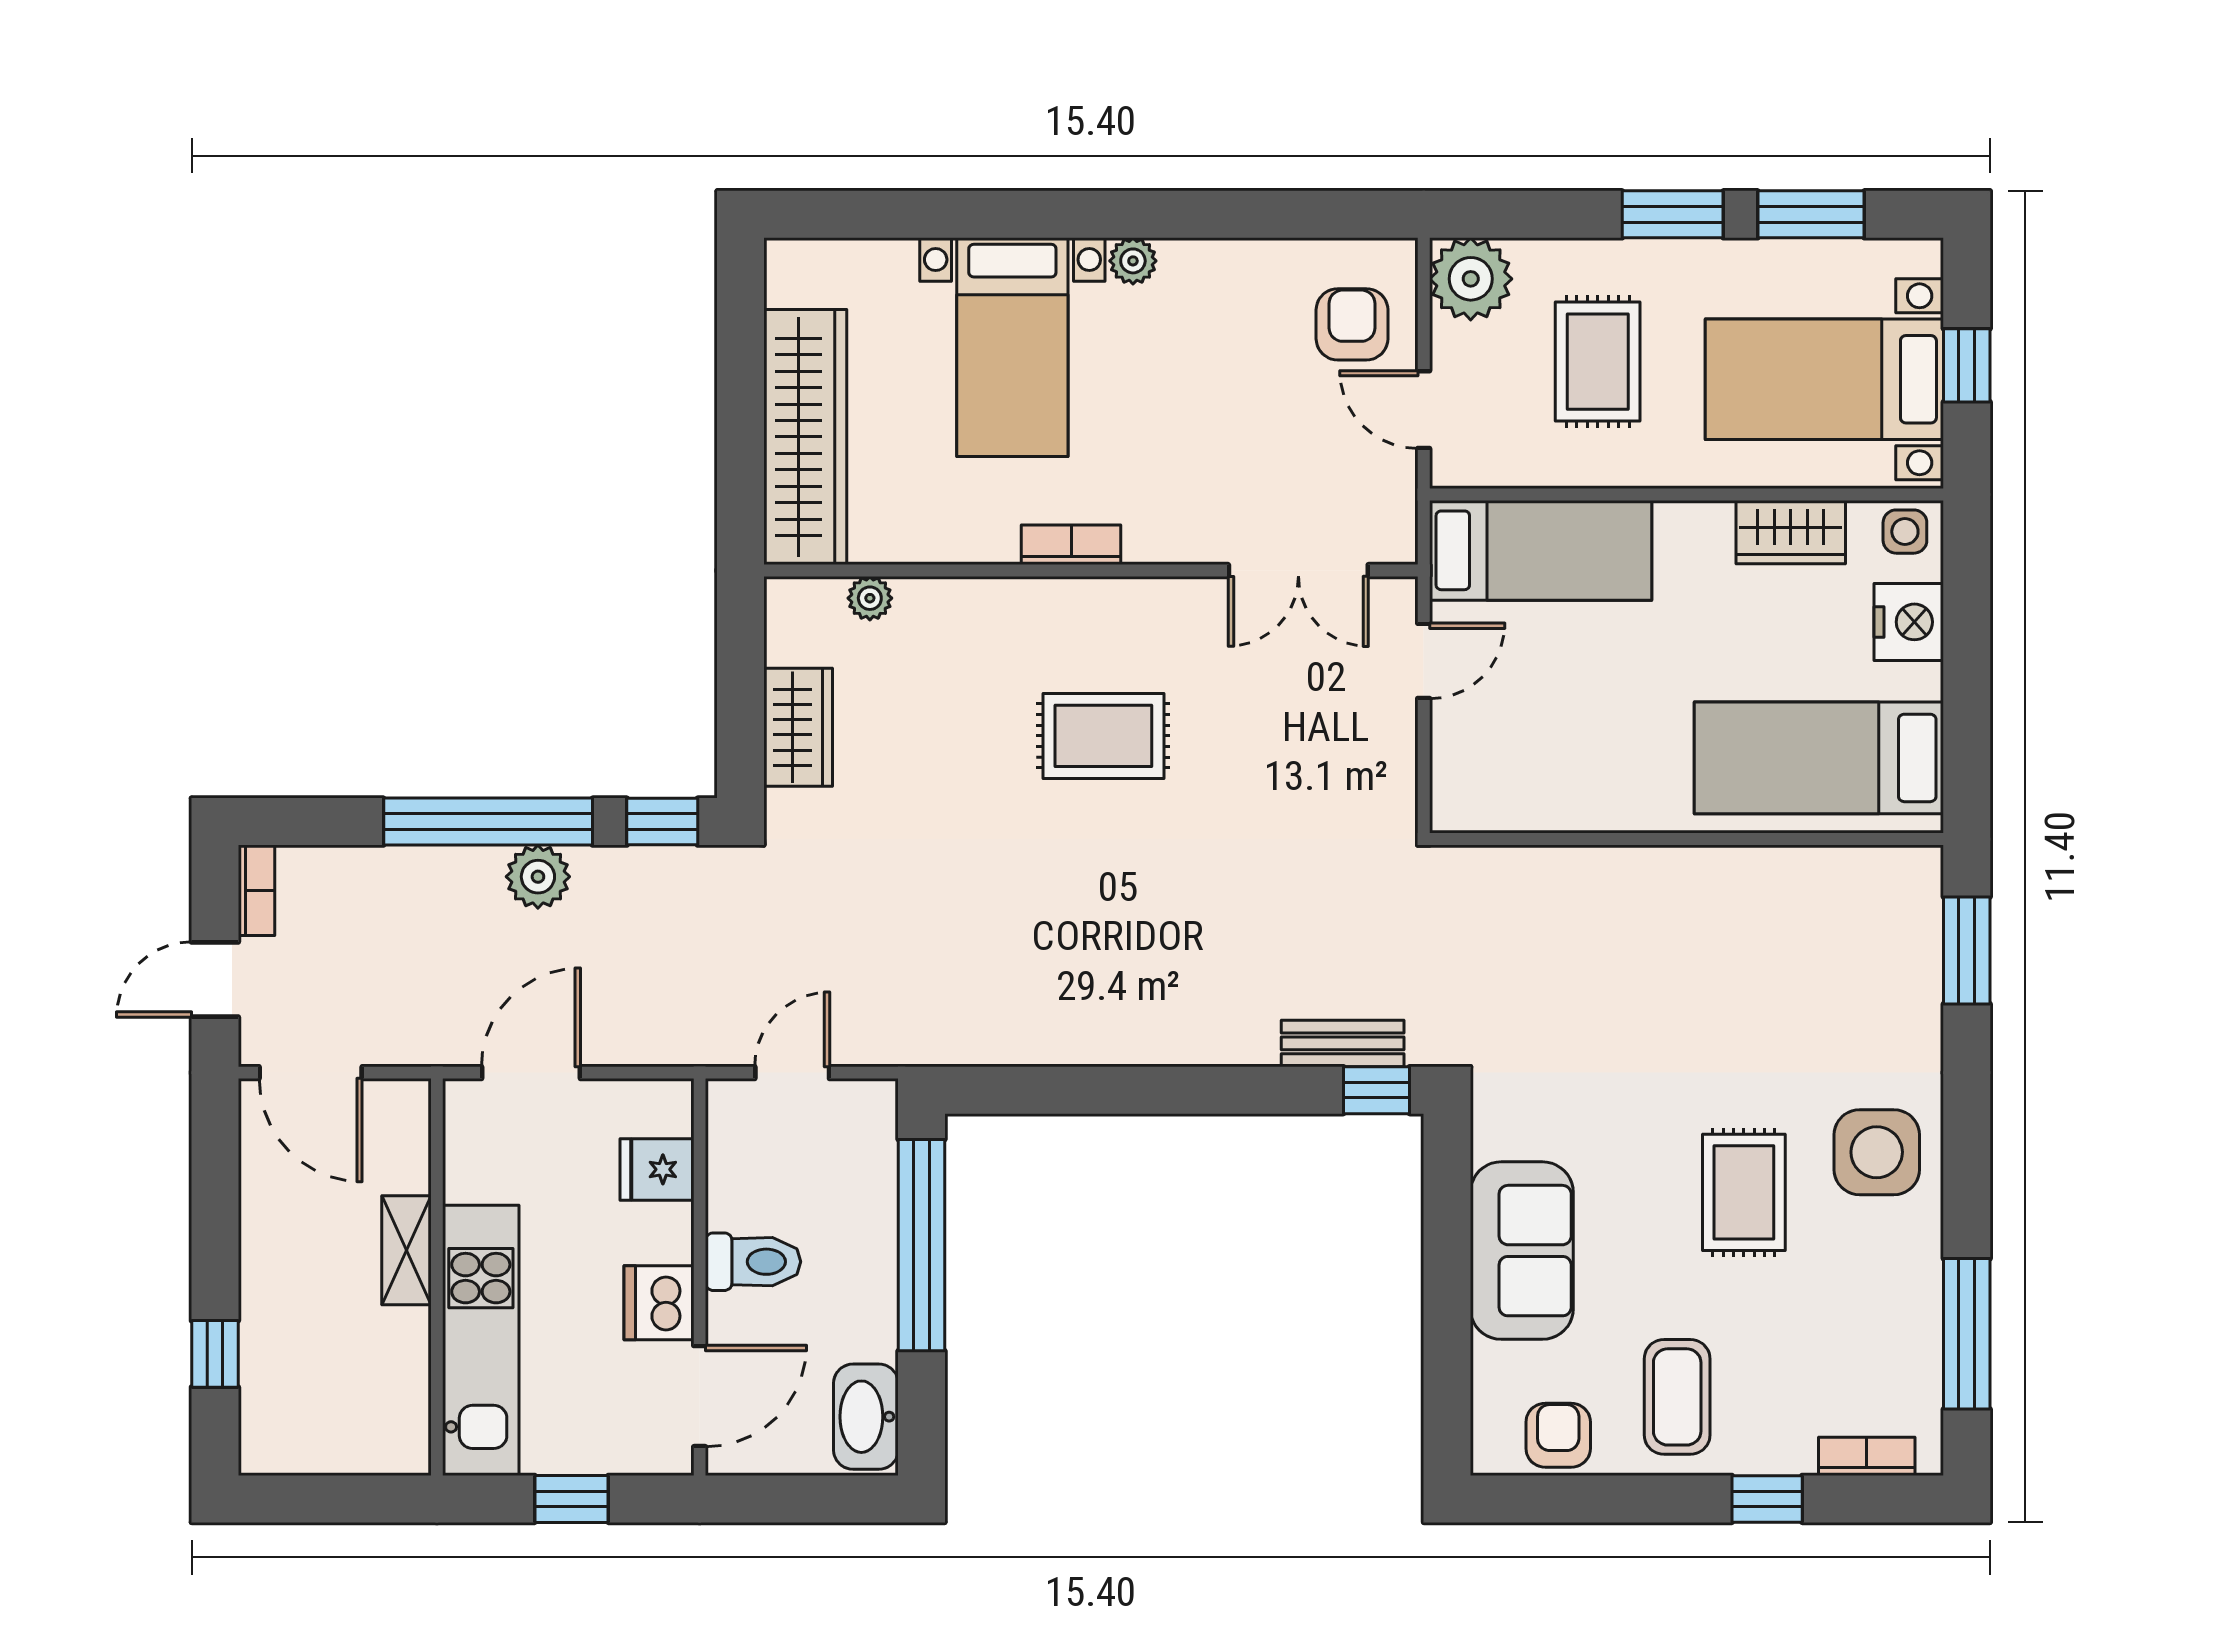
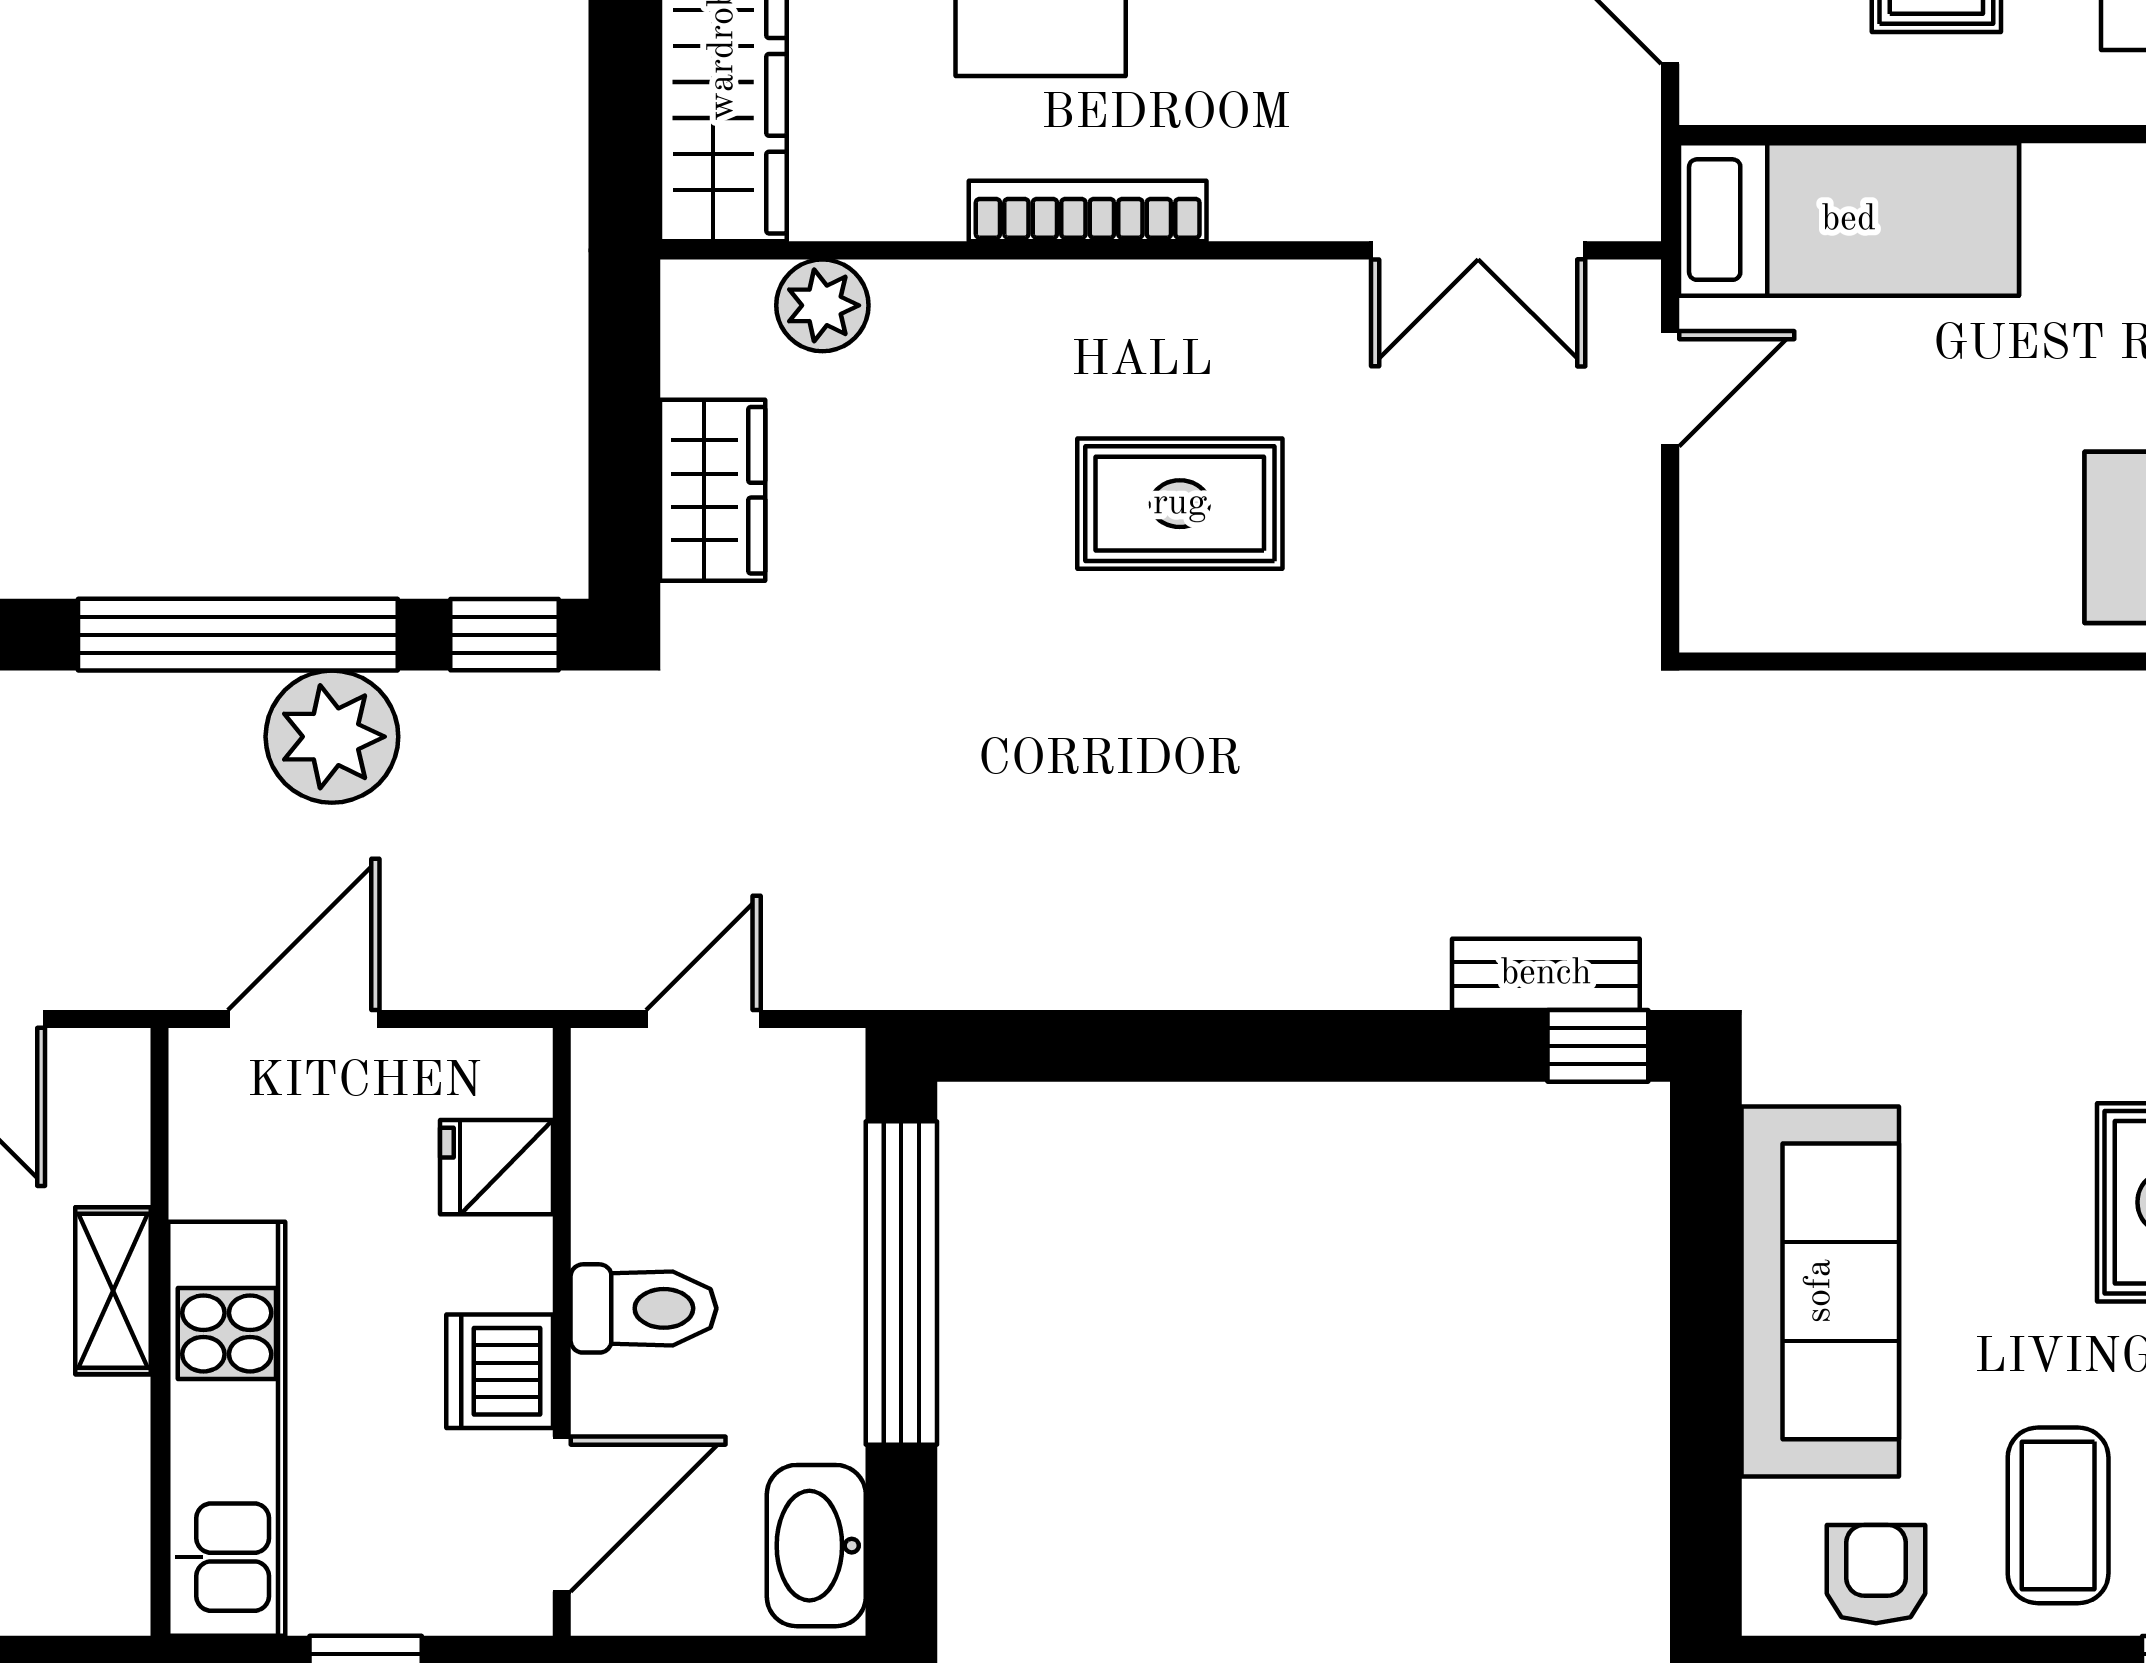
bookcase: (1071, 545) -> (1088, 211), width x1.56
plant: (870, 598) -> (822, 305), width x1.38, depth x1.38
plant: (538, 877) -> (332, 737), width x1.36, depth x1.36
sofa: (1522, 1251) -> (1820, 1291), width x1.36

